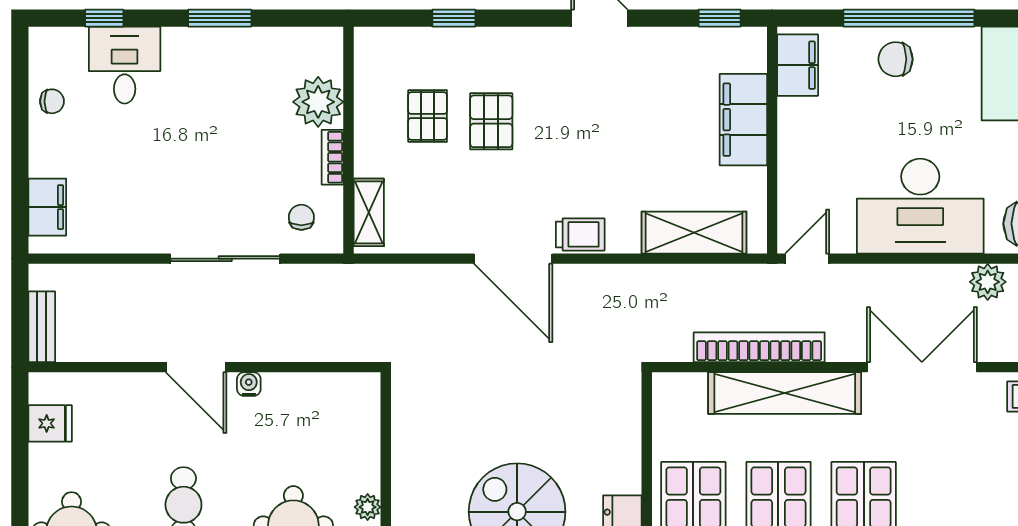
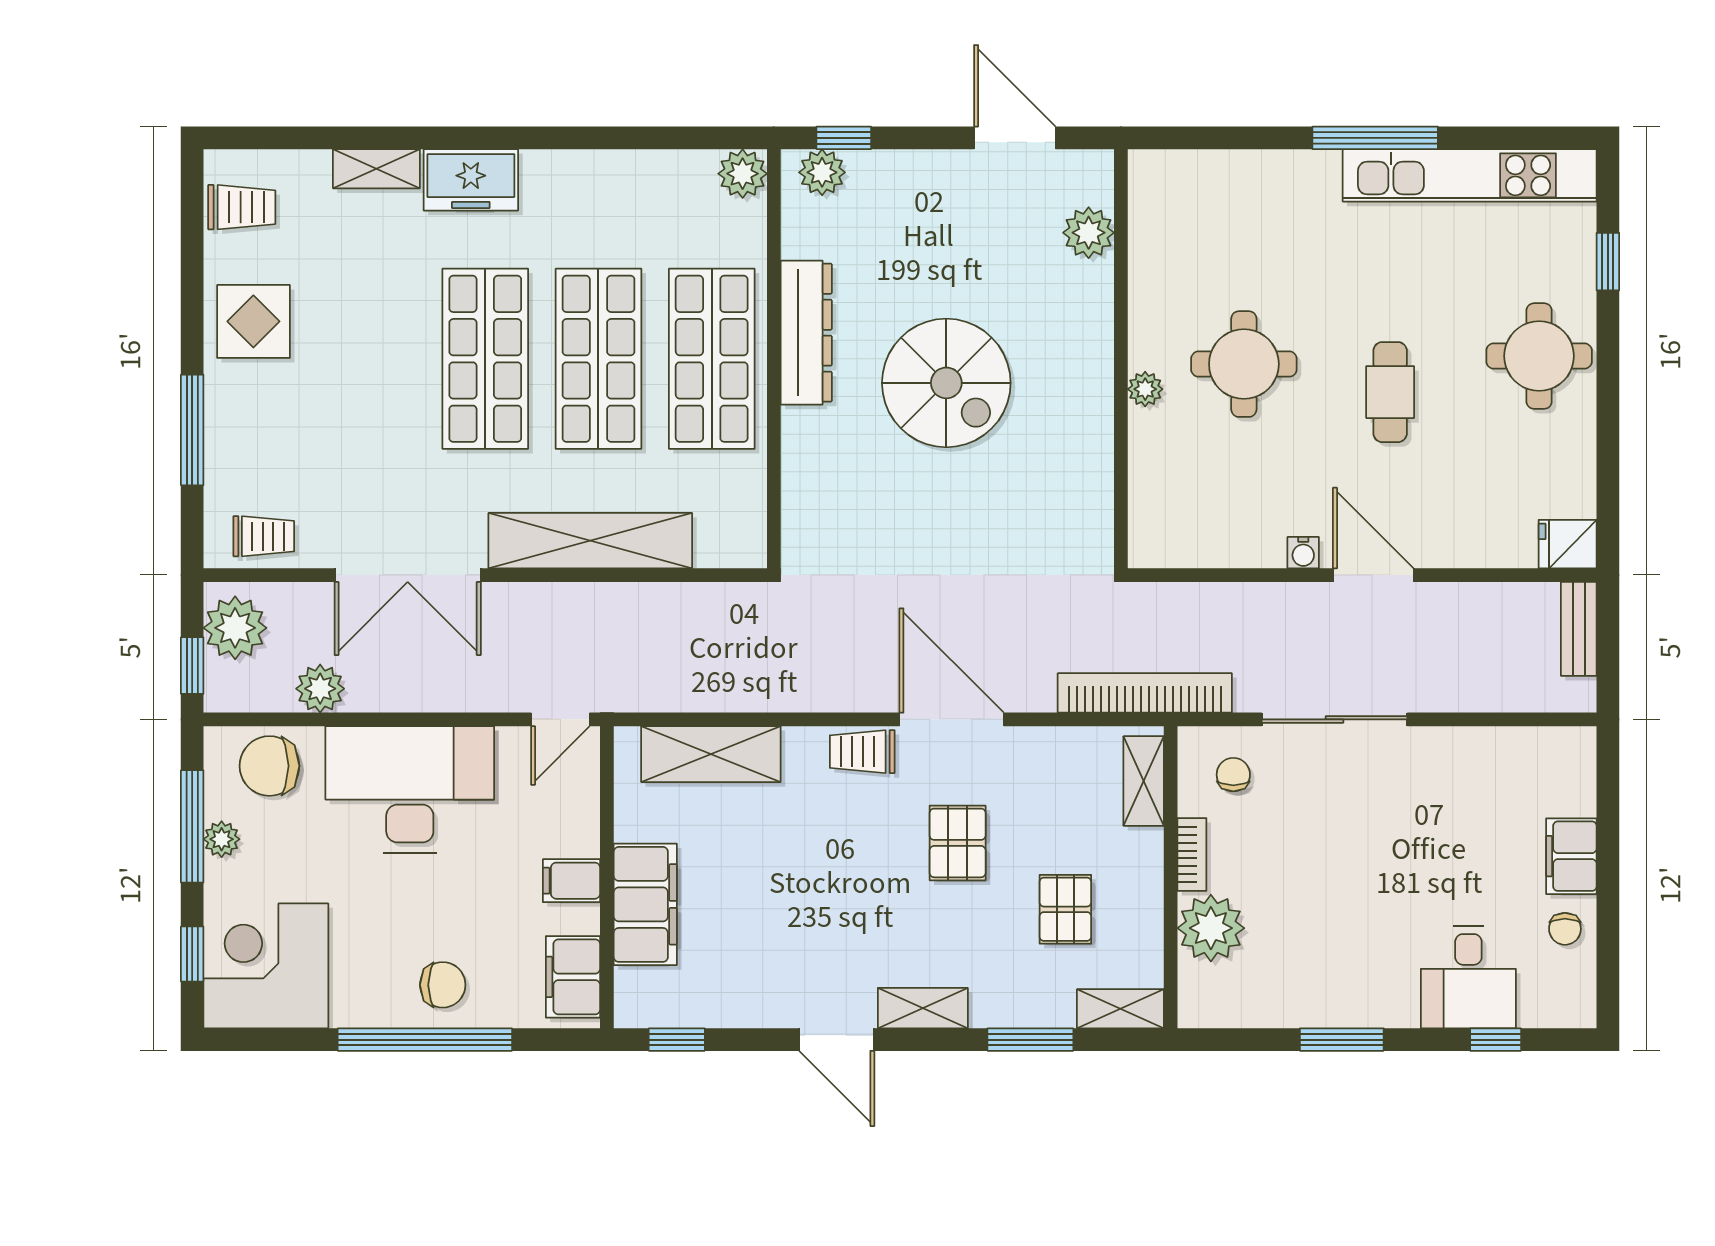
window: (454, 18) -> (1030, 1040), width x1.50
shelving: (386, 41) -> (1120, 1009), added
shelving: (535, 42) -> (923, 1008), added
chair: (52, 101) -> (1565, 929), turned -90
pallet: (491, 121) -> (958, 843), moved
filing cabinet: (799, 137) -> (571, 881), added
filing cabinet: (47, 207) -> (1571, 856), moved
chair: (301, 217) -> (1233, 775), turned 180
bookcase: (759, 347) -> (1145, 693), moved, turned 180
fridge: (50, 423) -> (1568, 544), moved

